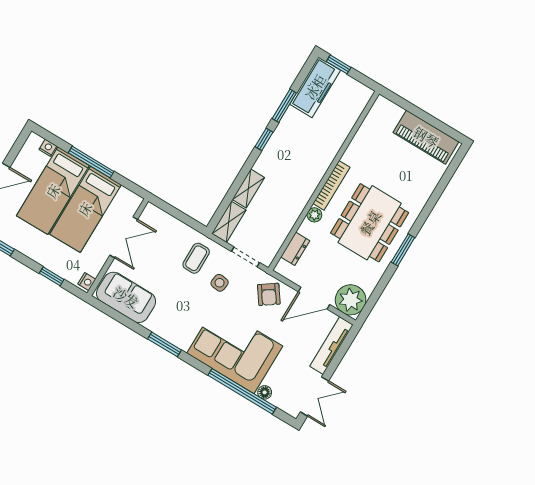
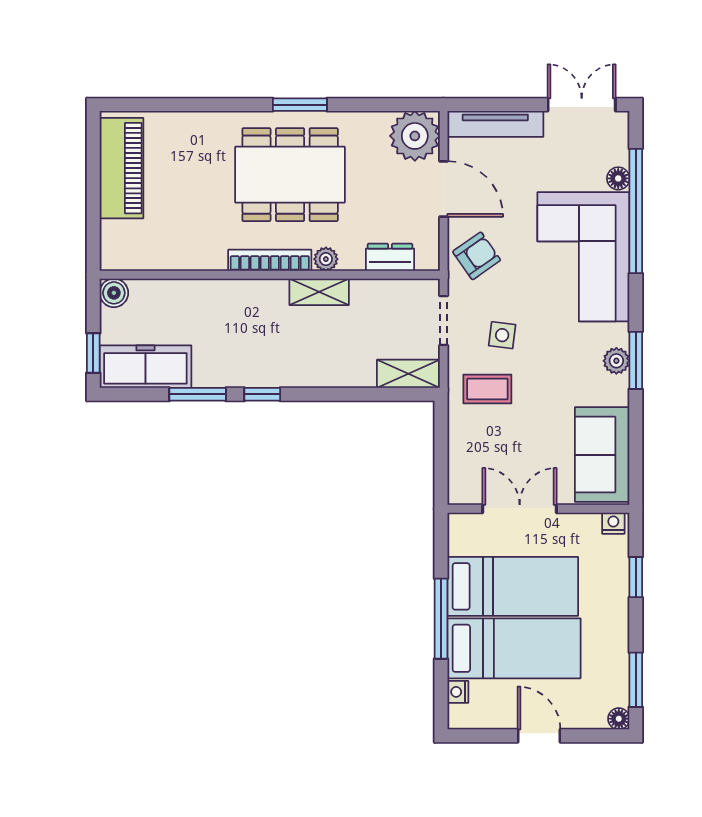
boiler: (363, 94) -> (114, 293), added
shelving: (248, 188) -> (319, 292), moved
plant: (170, 334) -> (616, 361), added

